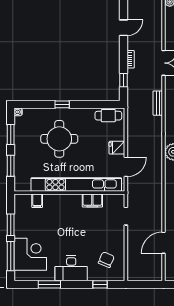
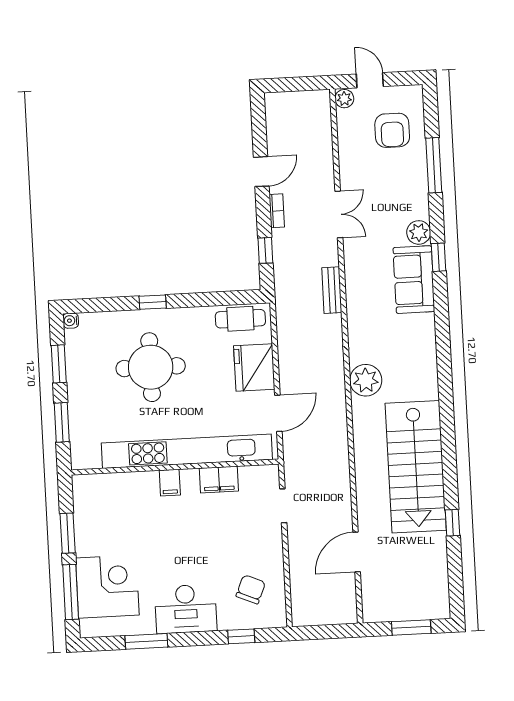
door: (124, 28) -> (261, 172), moved
fridge: (117, 148) -> (254, 368), width x1.88, depth x1.34
filing cabinet: (37, 201) -> (170, 483), moved

